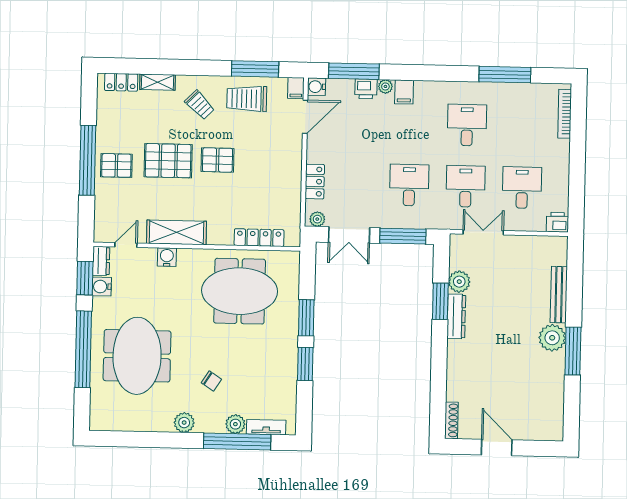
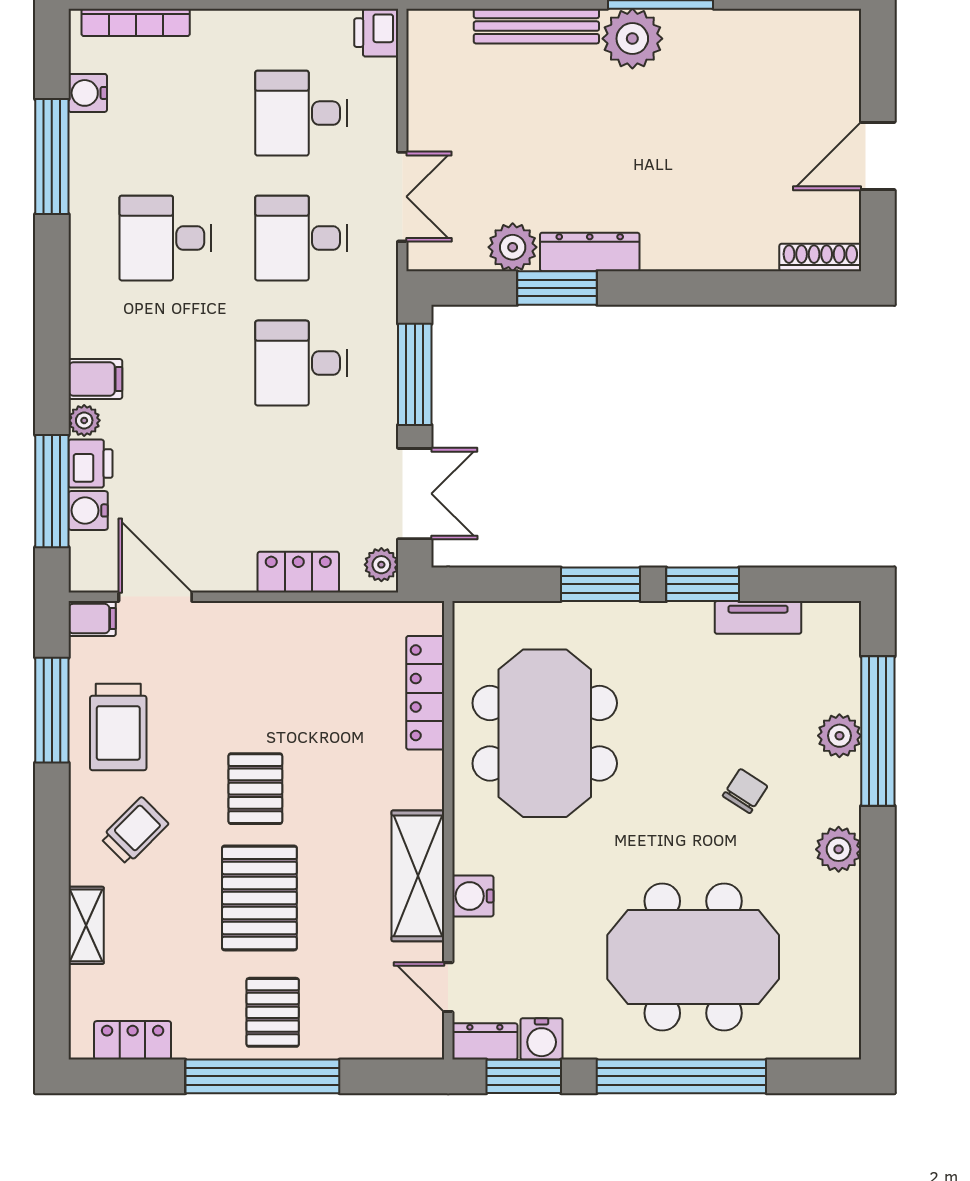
locker: (121, 82) -> (133, 1040), moved, turned -90
water cooler: (317, 87) -> (88, 510), moved, turned 90
water cooler: (533, 91) -> (88, 93), added
double door: (483, 232) -> (402, 197), swing flipped
tv unit: (266, 427) -> (758, 617), moved, turned -90

